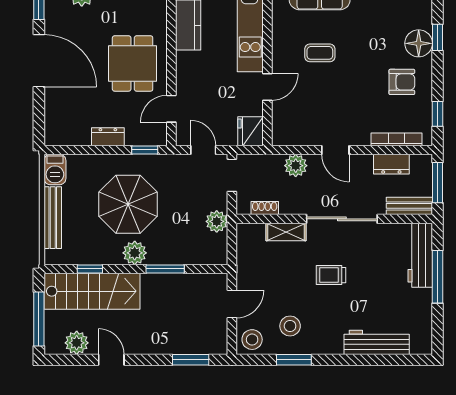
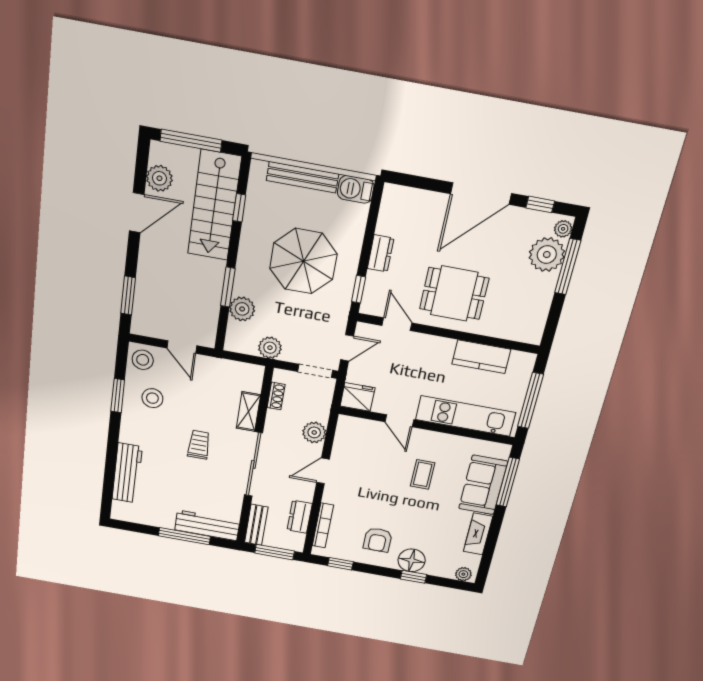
plant: (135, 253) -> (242, 309), moved
door: (111, 360) -> (137, 213), width x1.38

